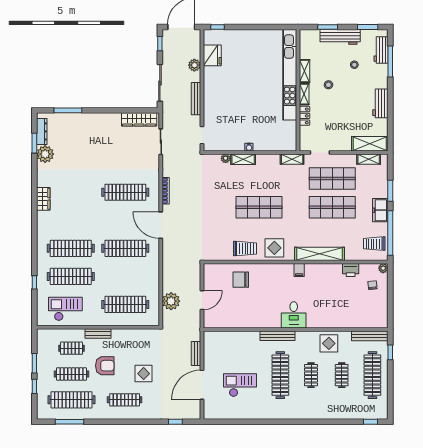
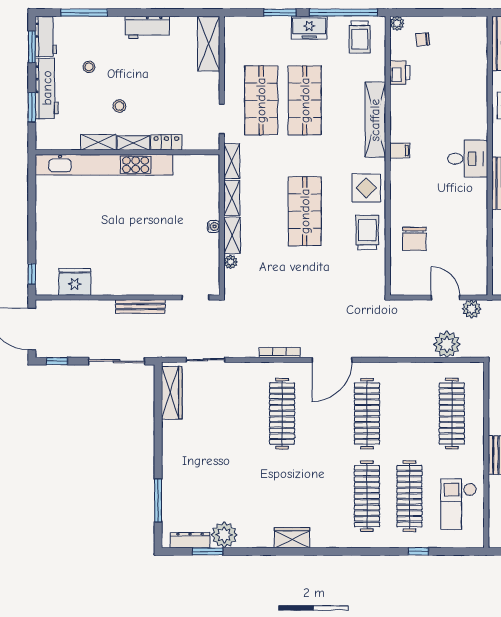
workbench: (381, 50) -> (46, 36), moved, turned -90
plant: (194, 65) -> (472, 309), moved
shelving: (369, 159) -> (232, 198), moved

